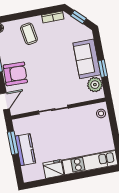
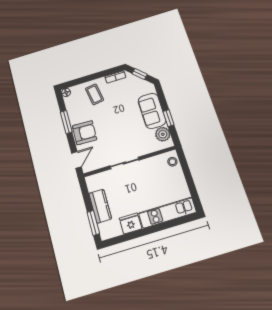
window: (13, 143) -> (93, 223), moved

